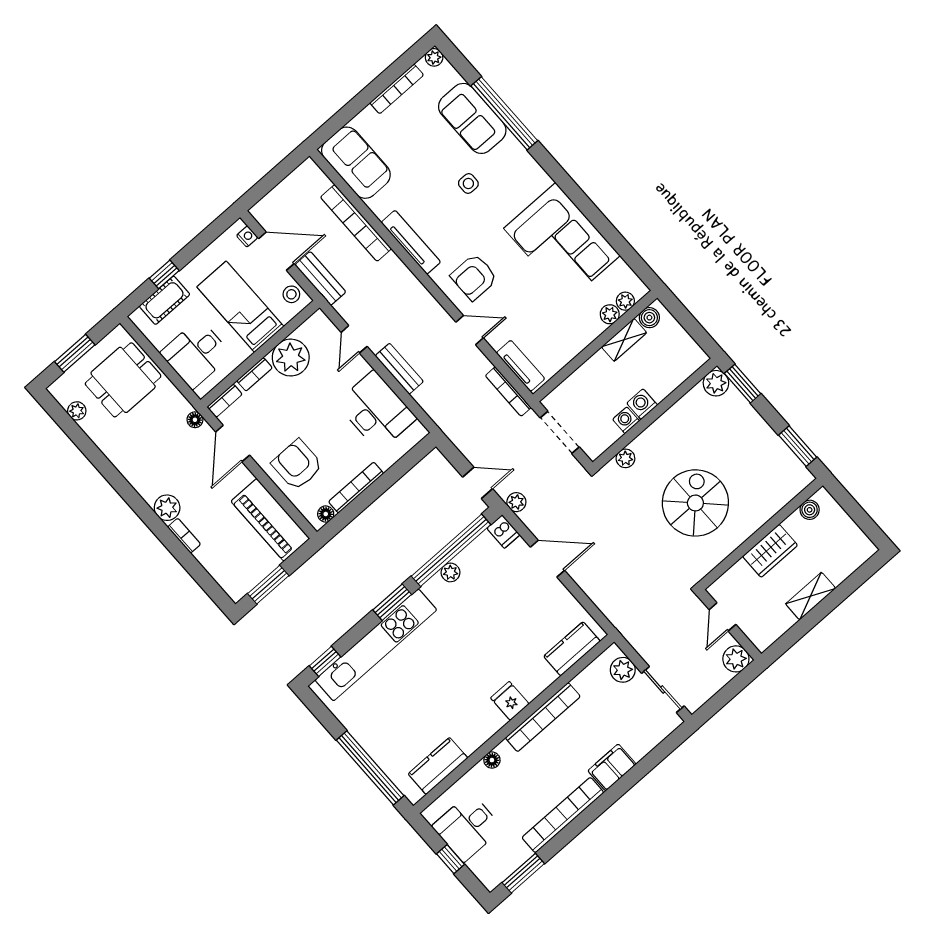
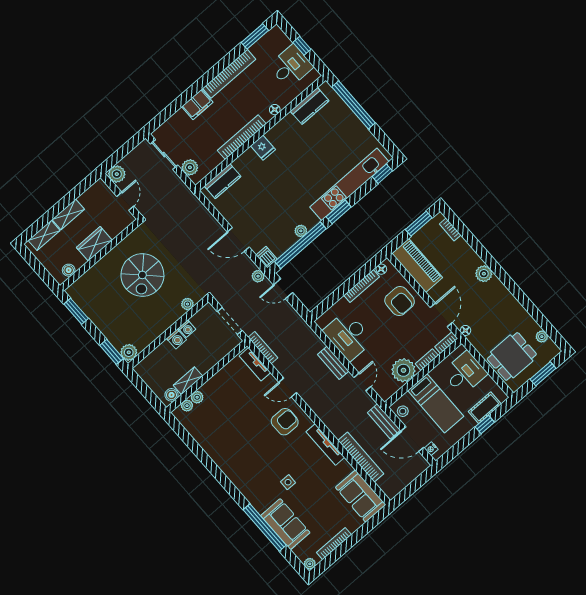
corner sofa: (562, 242) -> (228, 444), removed
bookcase: (184, 536) -> (450, 230), moved
shelving: (848, 563) -> (44, 235), added

